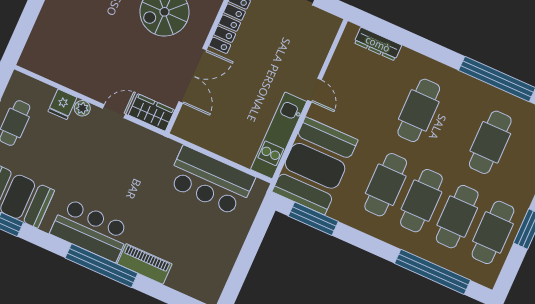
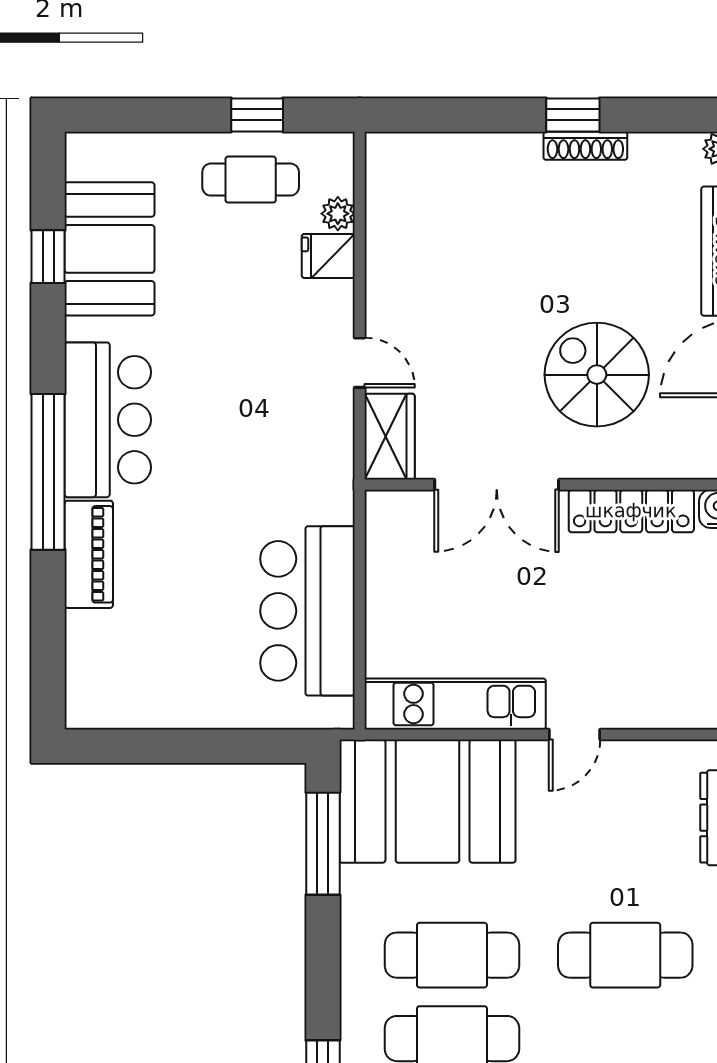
plant: (82, 108) -> (338, 214), moved

